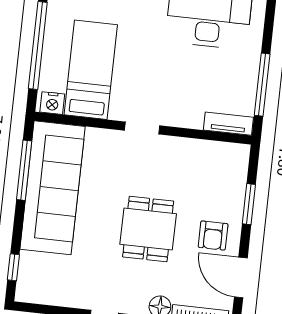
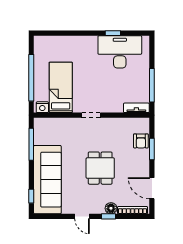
sofa: (53, 188) -> (47, 180), moved
armchair: (213, 236) -> (141, 141), moved

